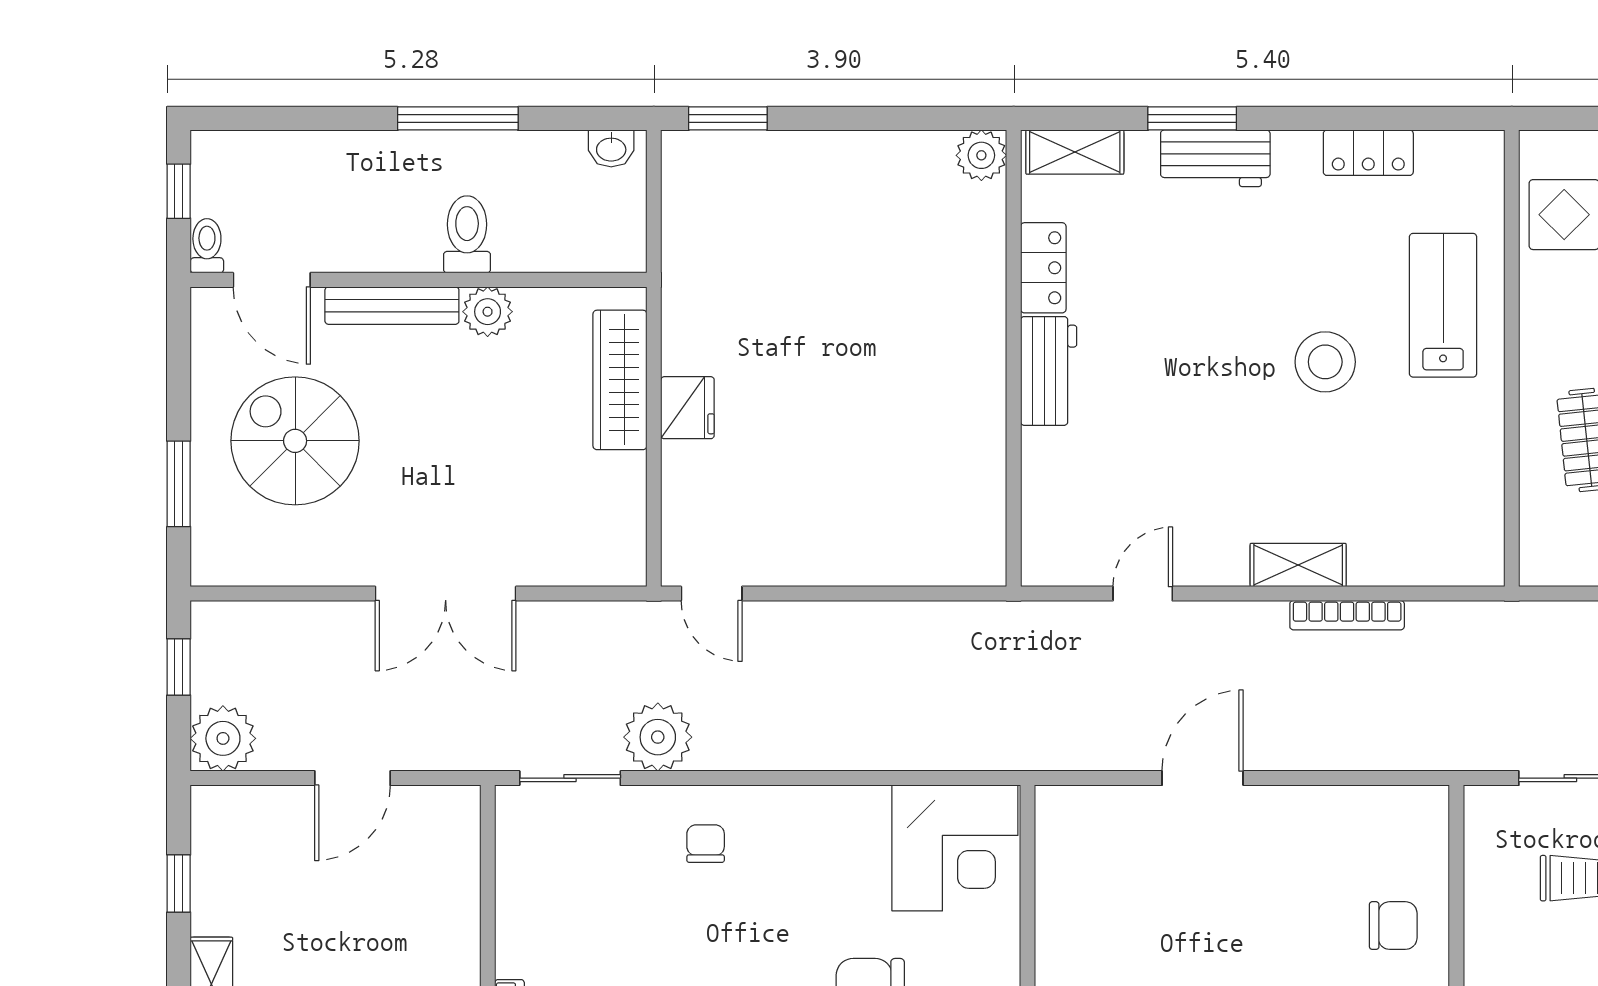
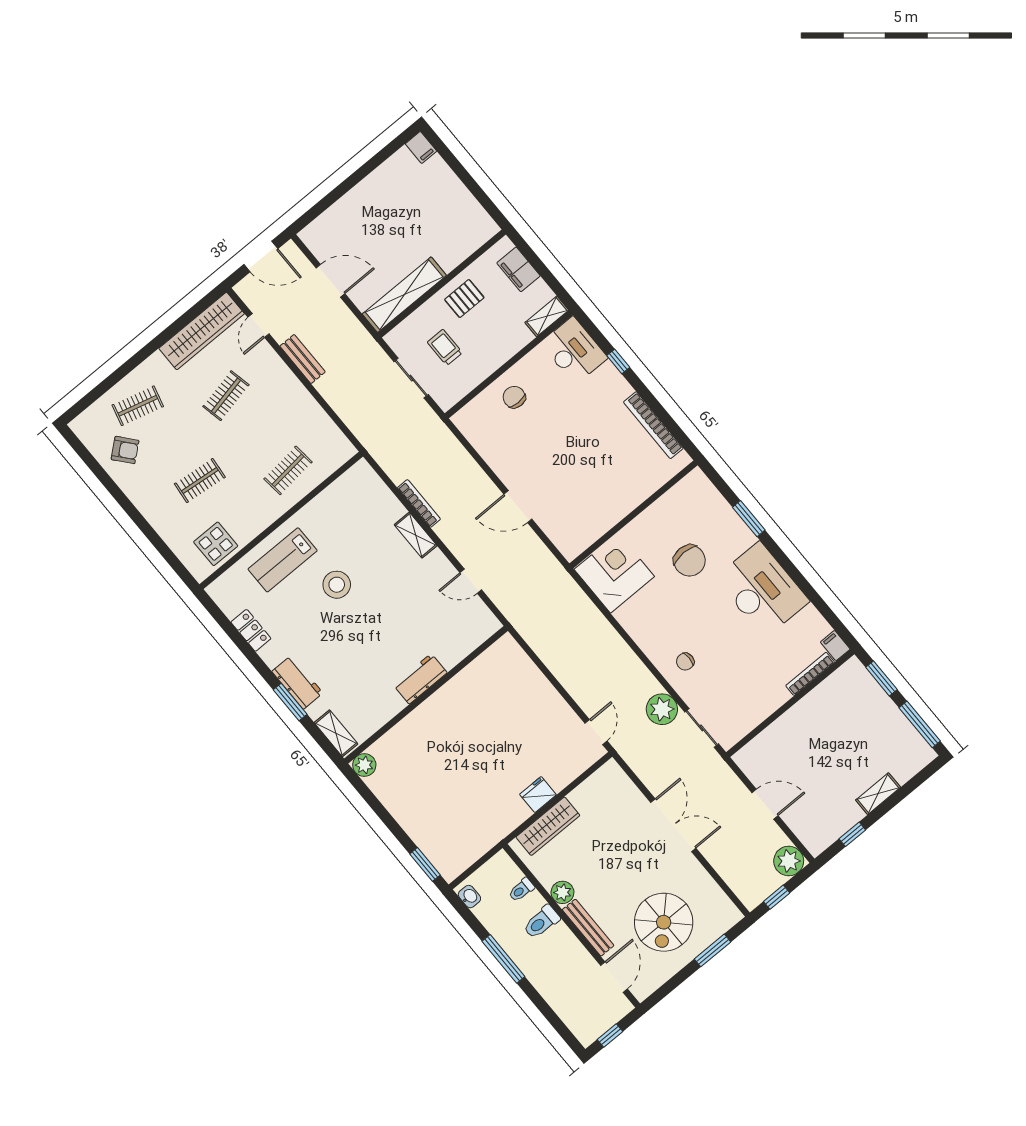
toilet: (207, 246) -> (521, 890), moved
locker: (1043, 268) -> (386, 711), removed

